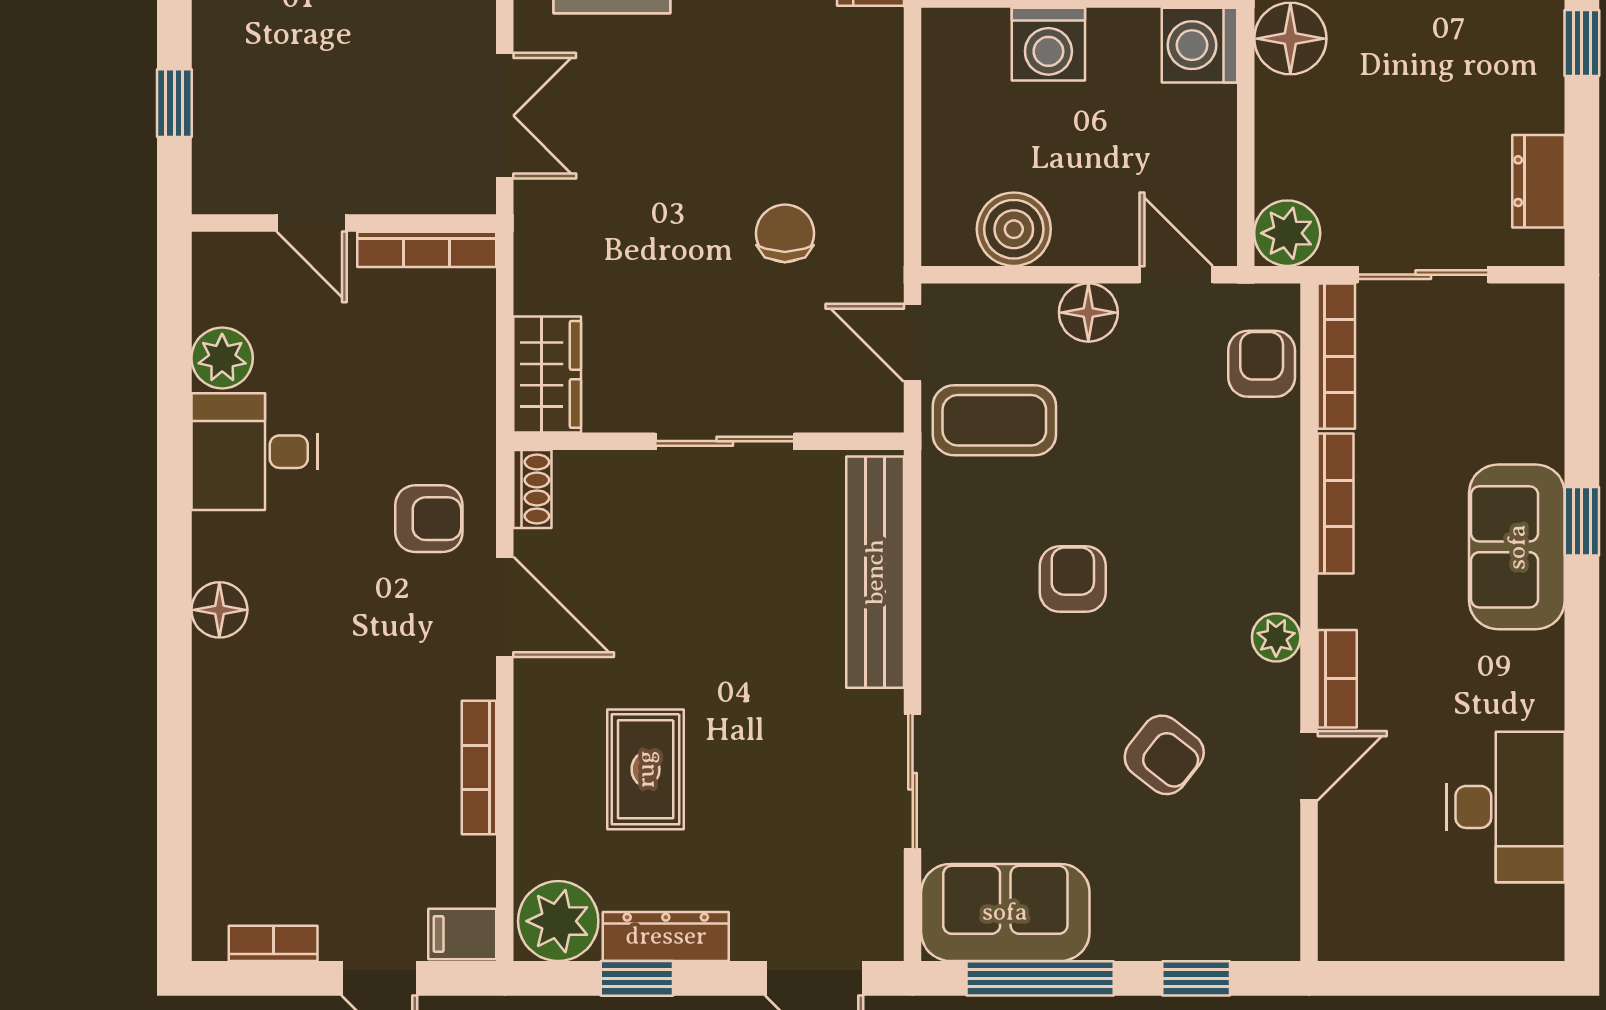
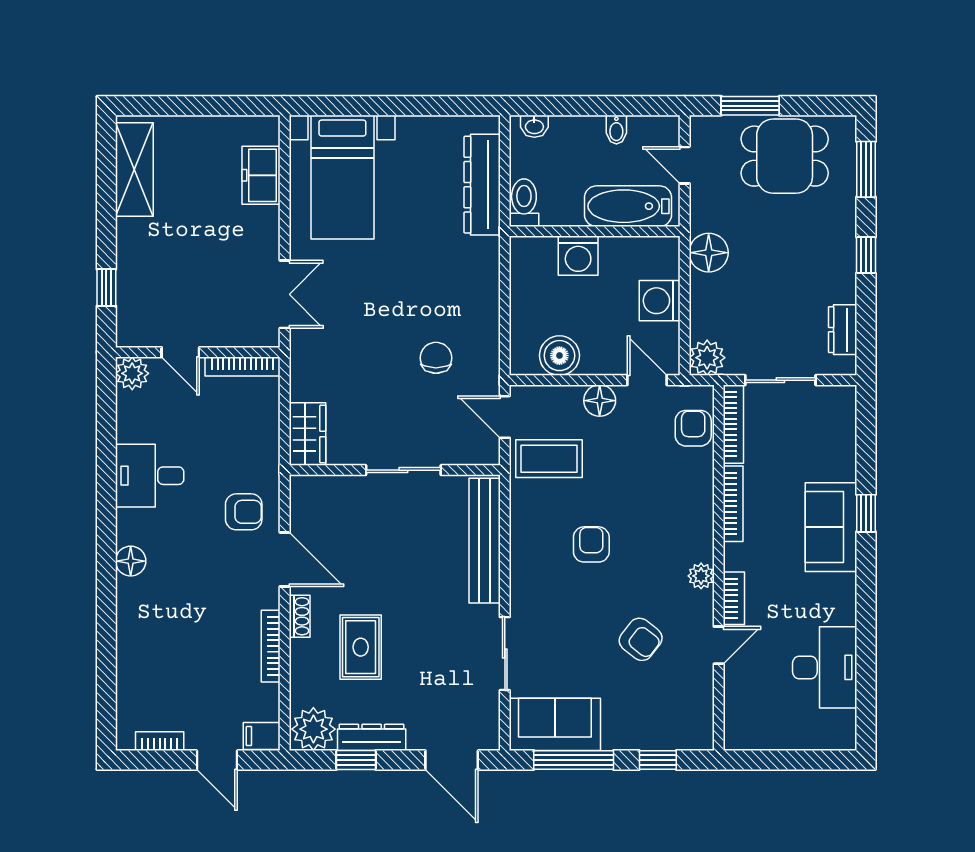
washing machine: (1200, 45) -> (660, 301), moved
plant: (222, 358) -> (132, 373), moved
shoe rack: (532, 489) -> (300, 616), moved

